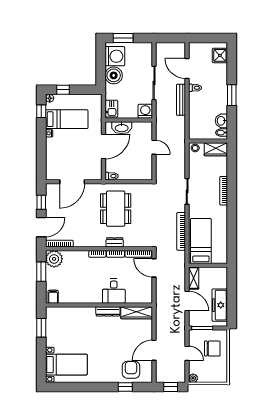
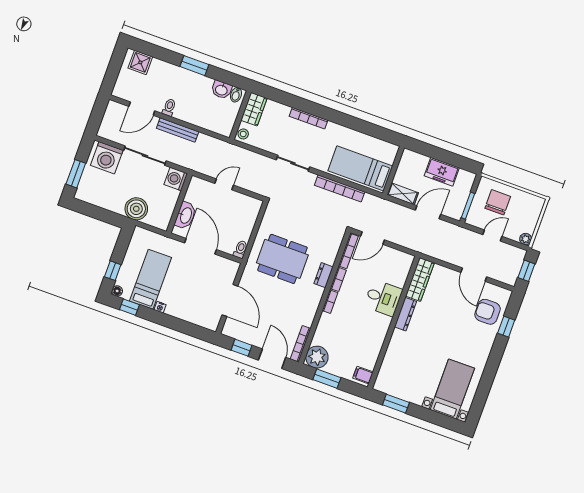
washing machine: (115, 56) -> (107, 158), moved, turned 180
boiler: (114, 75) -> (136, 209), moved
kitchen sink: (111, 109) -> (157, 220), removed
freezer: (220, 305) -> (442, 172), width x0.71

